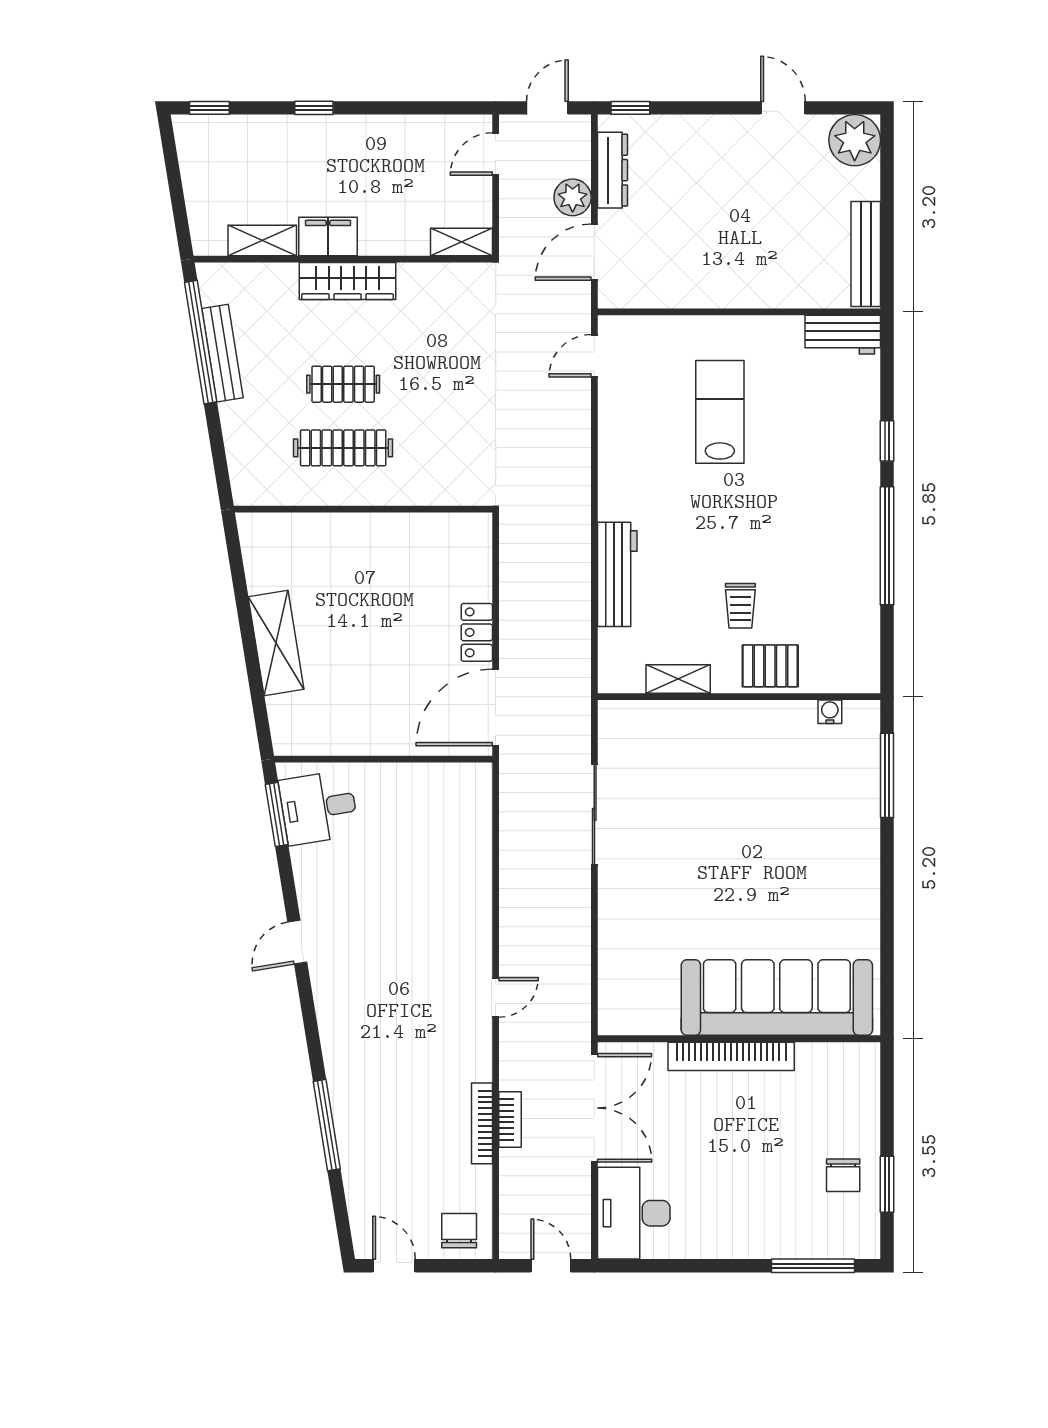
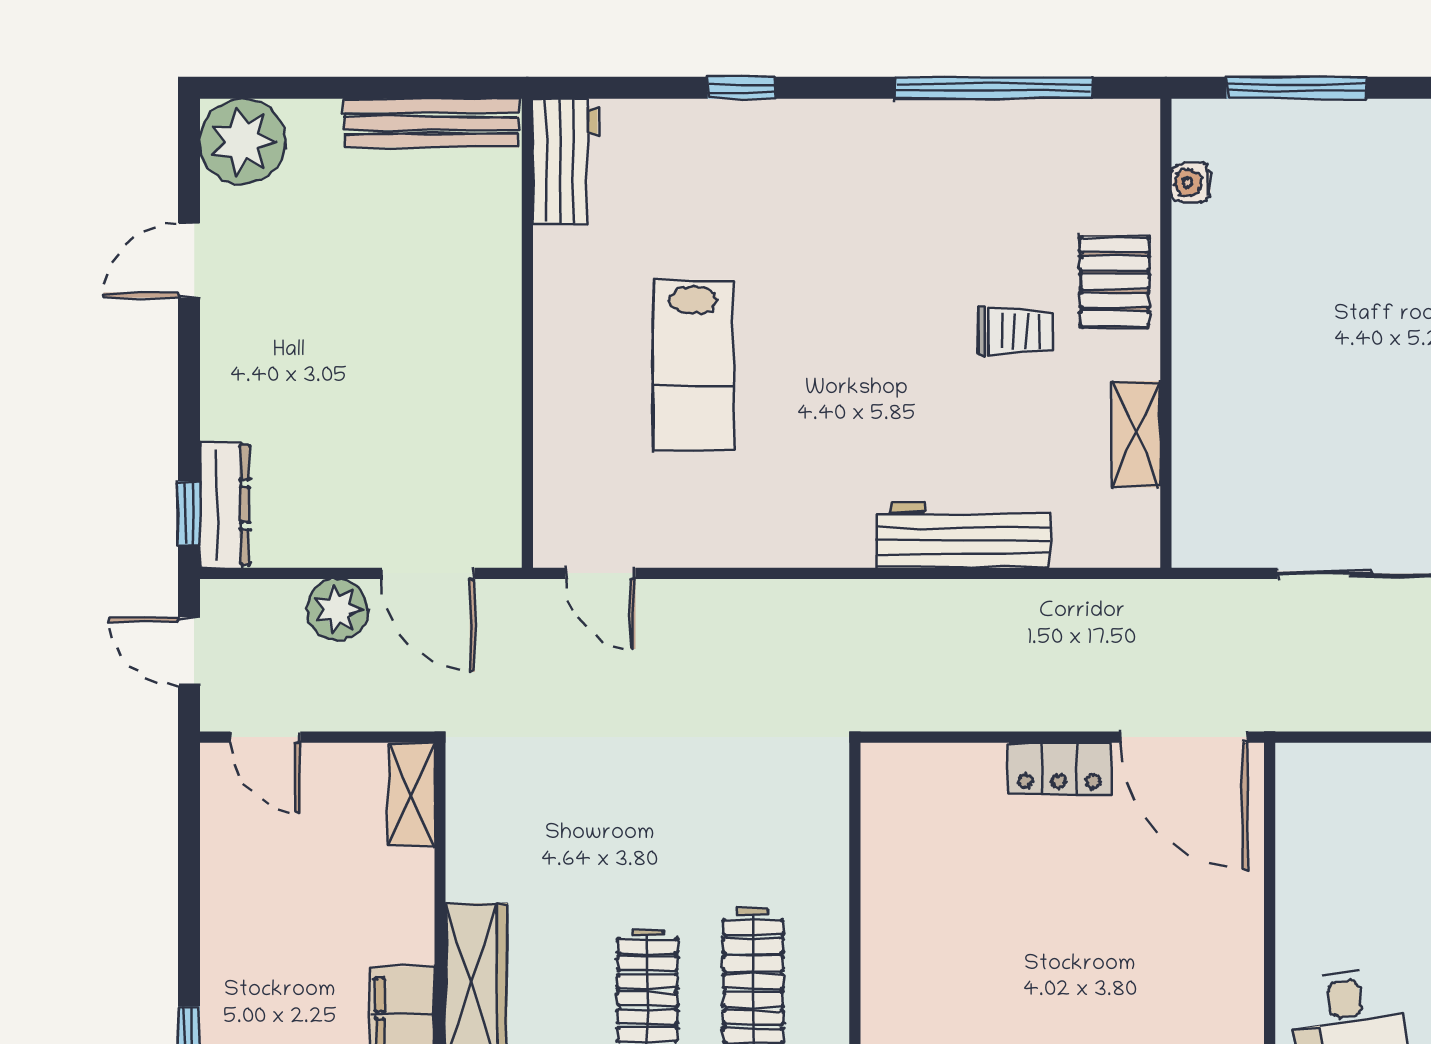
dresser: (612, 170) -> (225, 505), moved, turned 90
lab bench: (720, 412) -> (693, 365), turned -90
window: (887, 546) -> (994, 88), moved

